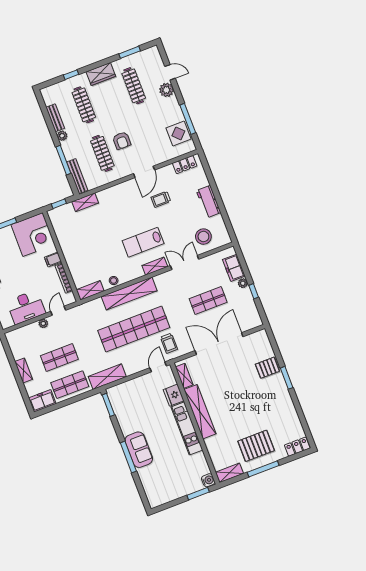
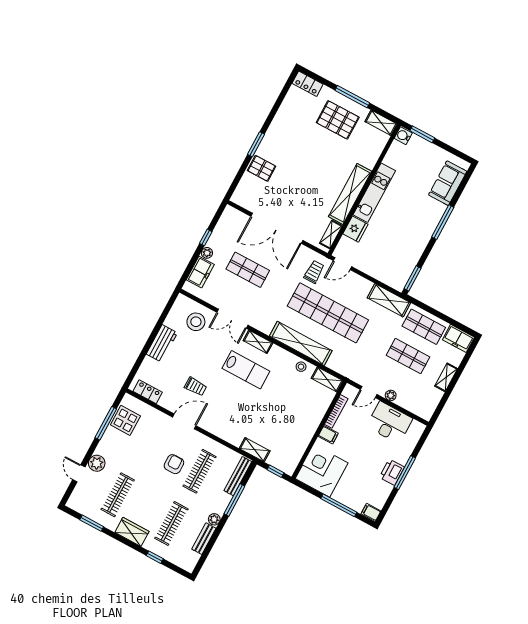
sofa: (139, 450) -> (448, 183), moved

